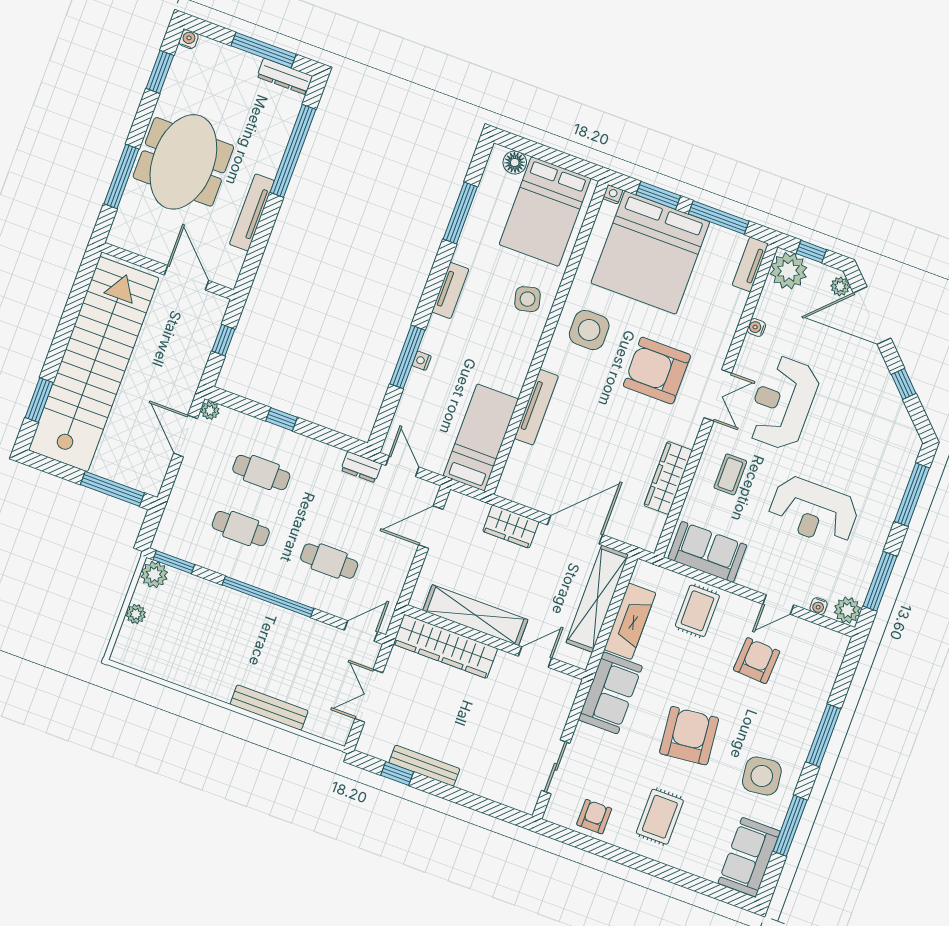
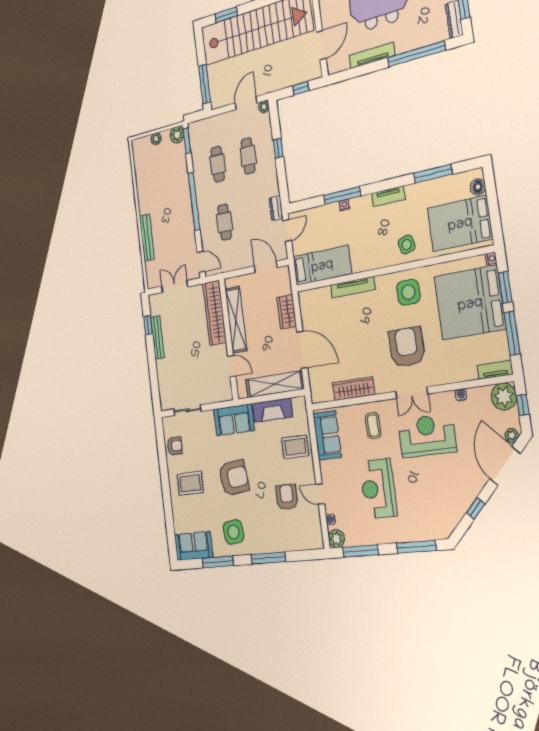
coffee table: (730, 474) -> (373, 426), turned 90
armchair: (757, 661) -> (287, 497), turned -93

